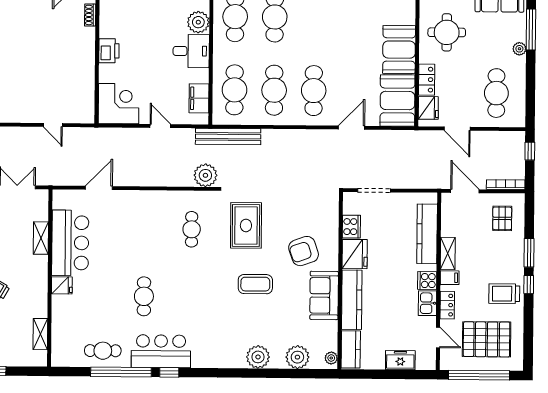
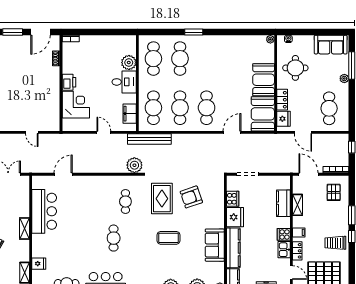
corner desk: (119, 104) -> (76, 105), moved
kitchen counter: (427, 234) -> (283, 203), width x0.67
shelving: (41, 238) -> (24, 228), moved
armchair: (304, 251) -> (191, 197), moved
shelving: (448, 253) -> (297, 205), moved
fridge: (62, 285) -> (39, 264), moved
cafe table: (144, 296) -> (114, 238), moved

